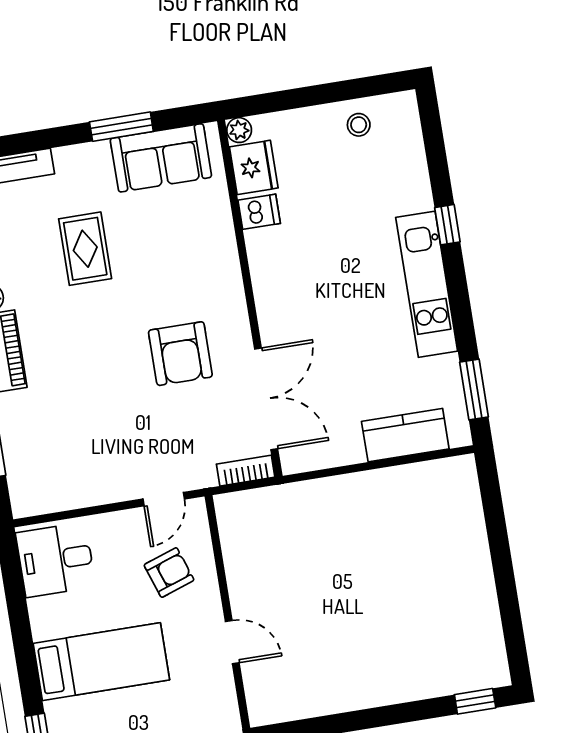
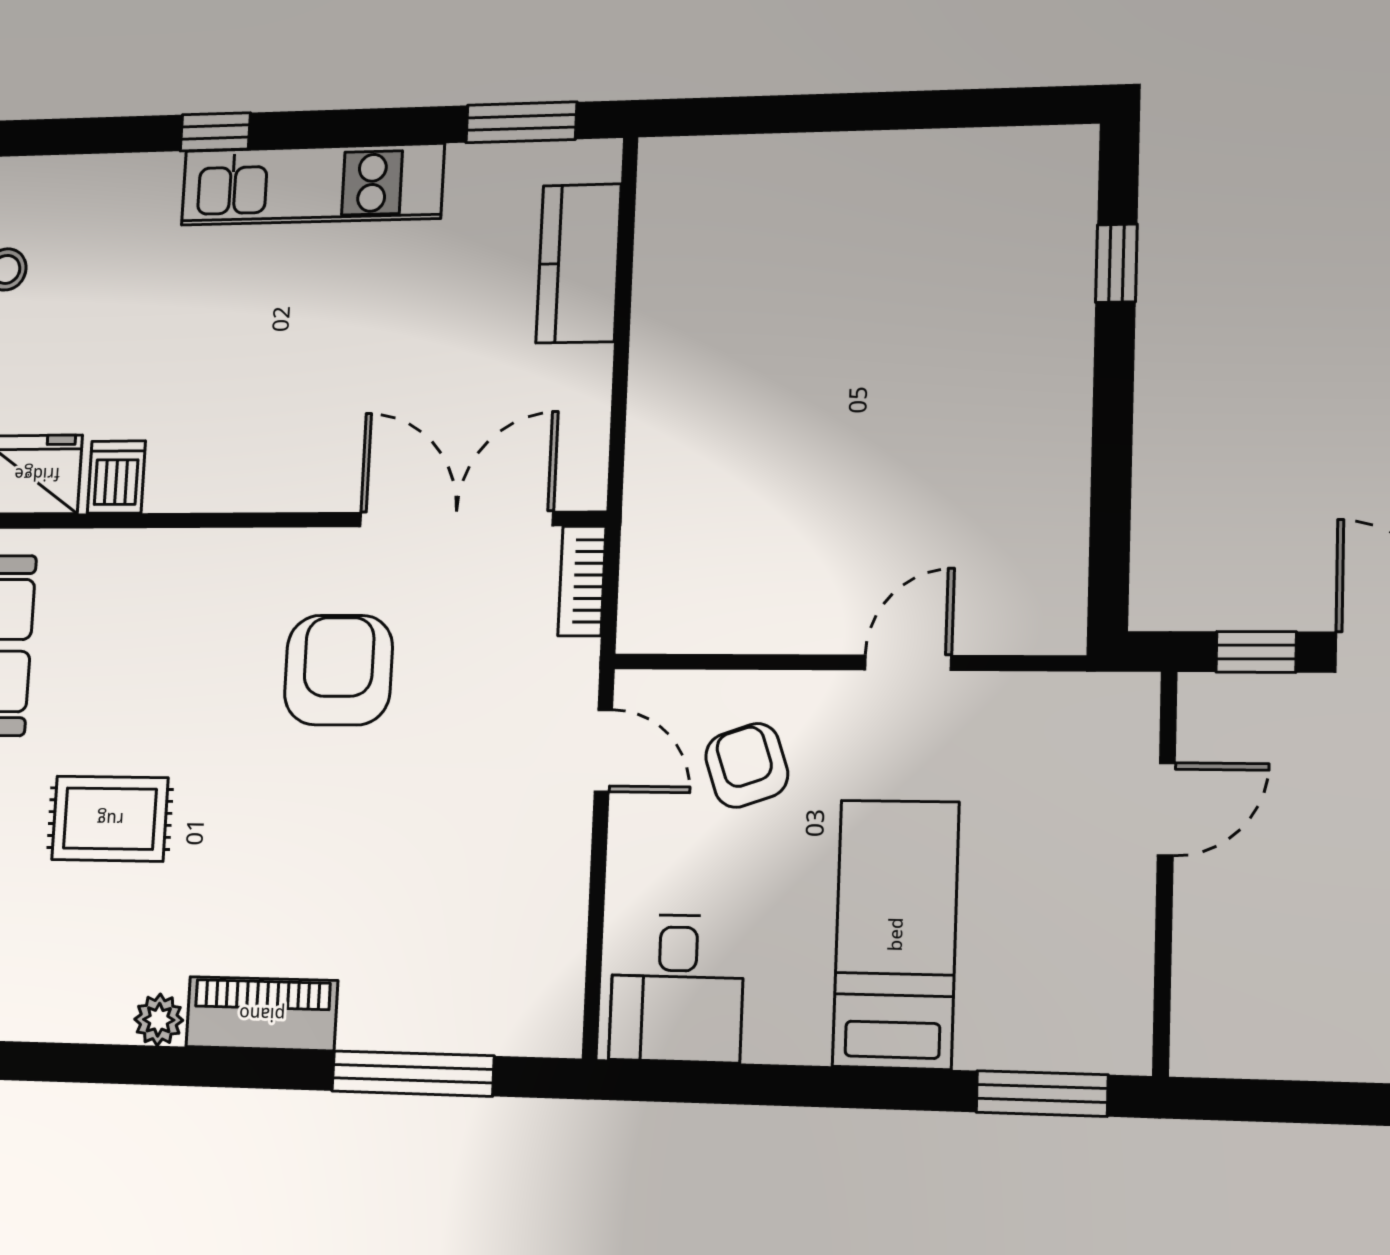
armchair: (180, 354) -> (338, 670), turned -90
window: (475, 701) -> (1116, 263), moved

